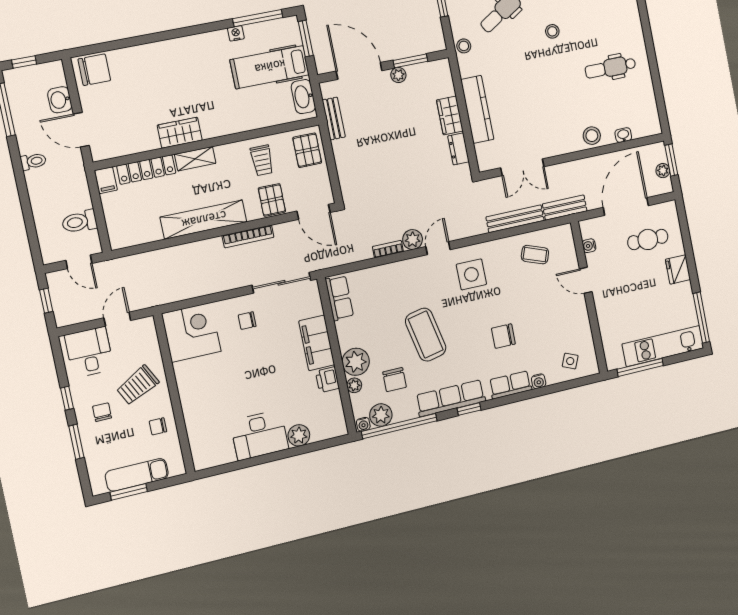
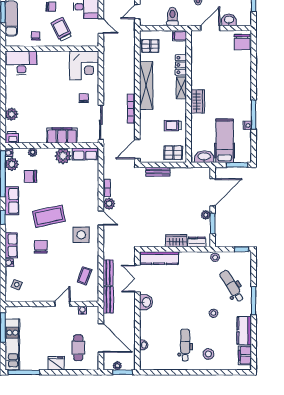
window: (258, 18) -> (254, 114), moved
kitchen counter: (477, 109) -> (159, 258), moved
bench: (334, 118) -> (158, 172), moved
wardrobe: (180, 133) -> (198, 101), moved
stool: (592, 136) -> (208, 354), moved
washbasin: (557, 145) -> (146, 302), added
dresser: (458, 149) -> (197, 242), moved
locker: (146, 170) -> (181, 65), width x0.66
pallet: (272, 200) -> (150, 46), moved
bench: (515, 219) -> (108, 273), width x0.73
toilet: (79, 222) -> (172, 17), moved
coffee table: (426, 335) -> (49, 216), moved
plant: (356, 362) -> (63, 156), moved
printer: (327, 380) -> (12, 137), moved
row of seats: (451, 398) -> (12, 201), width x0.68
desk: (259, 435) -> (21, 63), moved, turned 90

